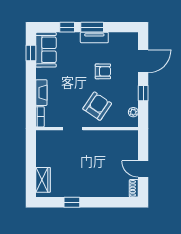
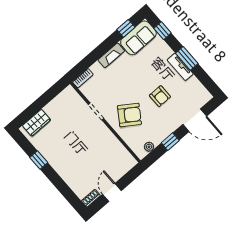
window: (67, 27) -> (162, 31), moved
fireplace: (41, 93) -> (111, 55), moved

